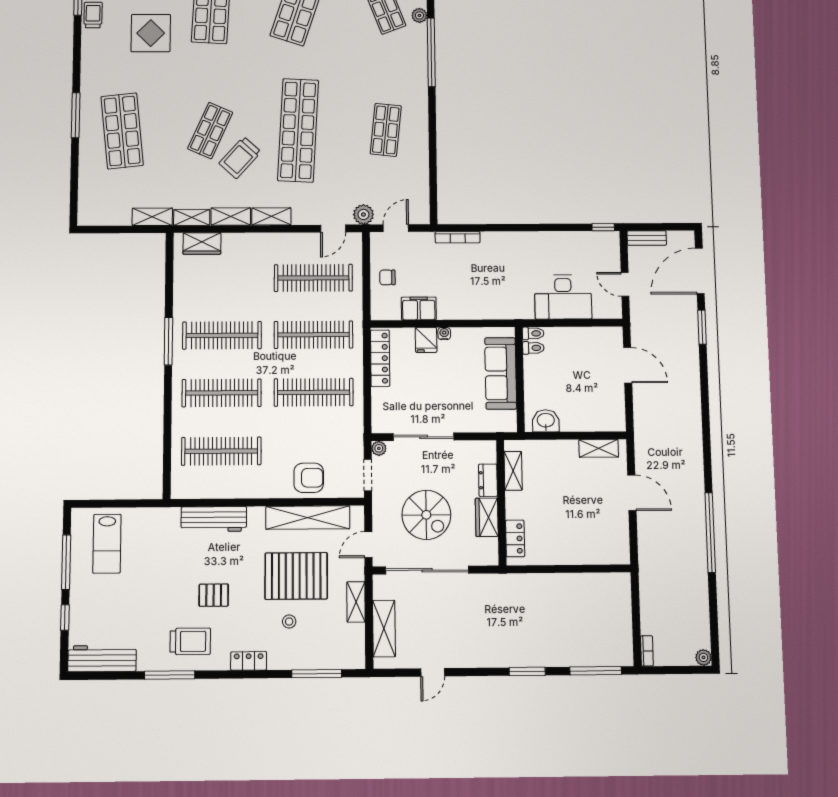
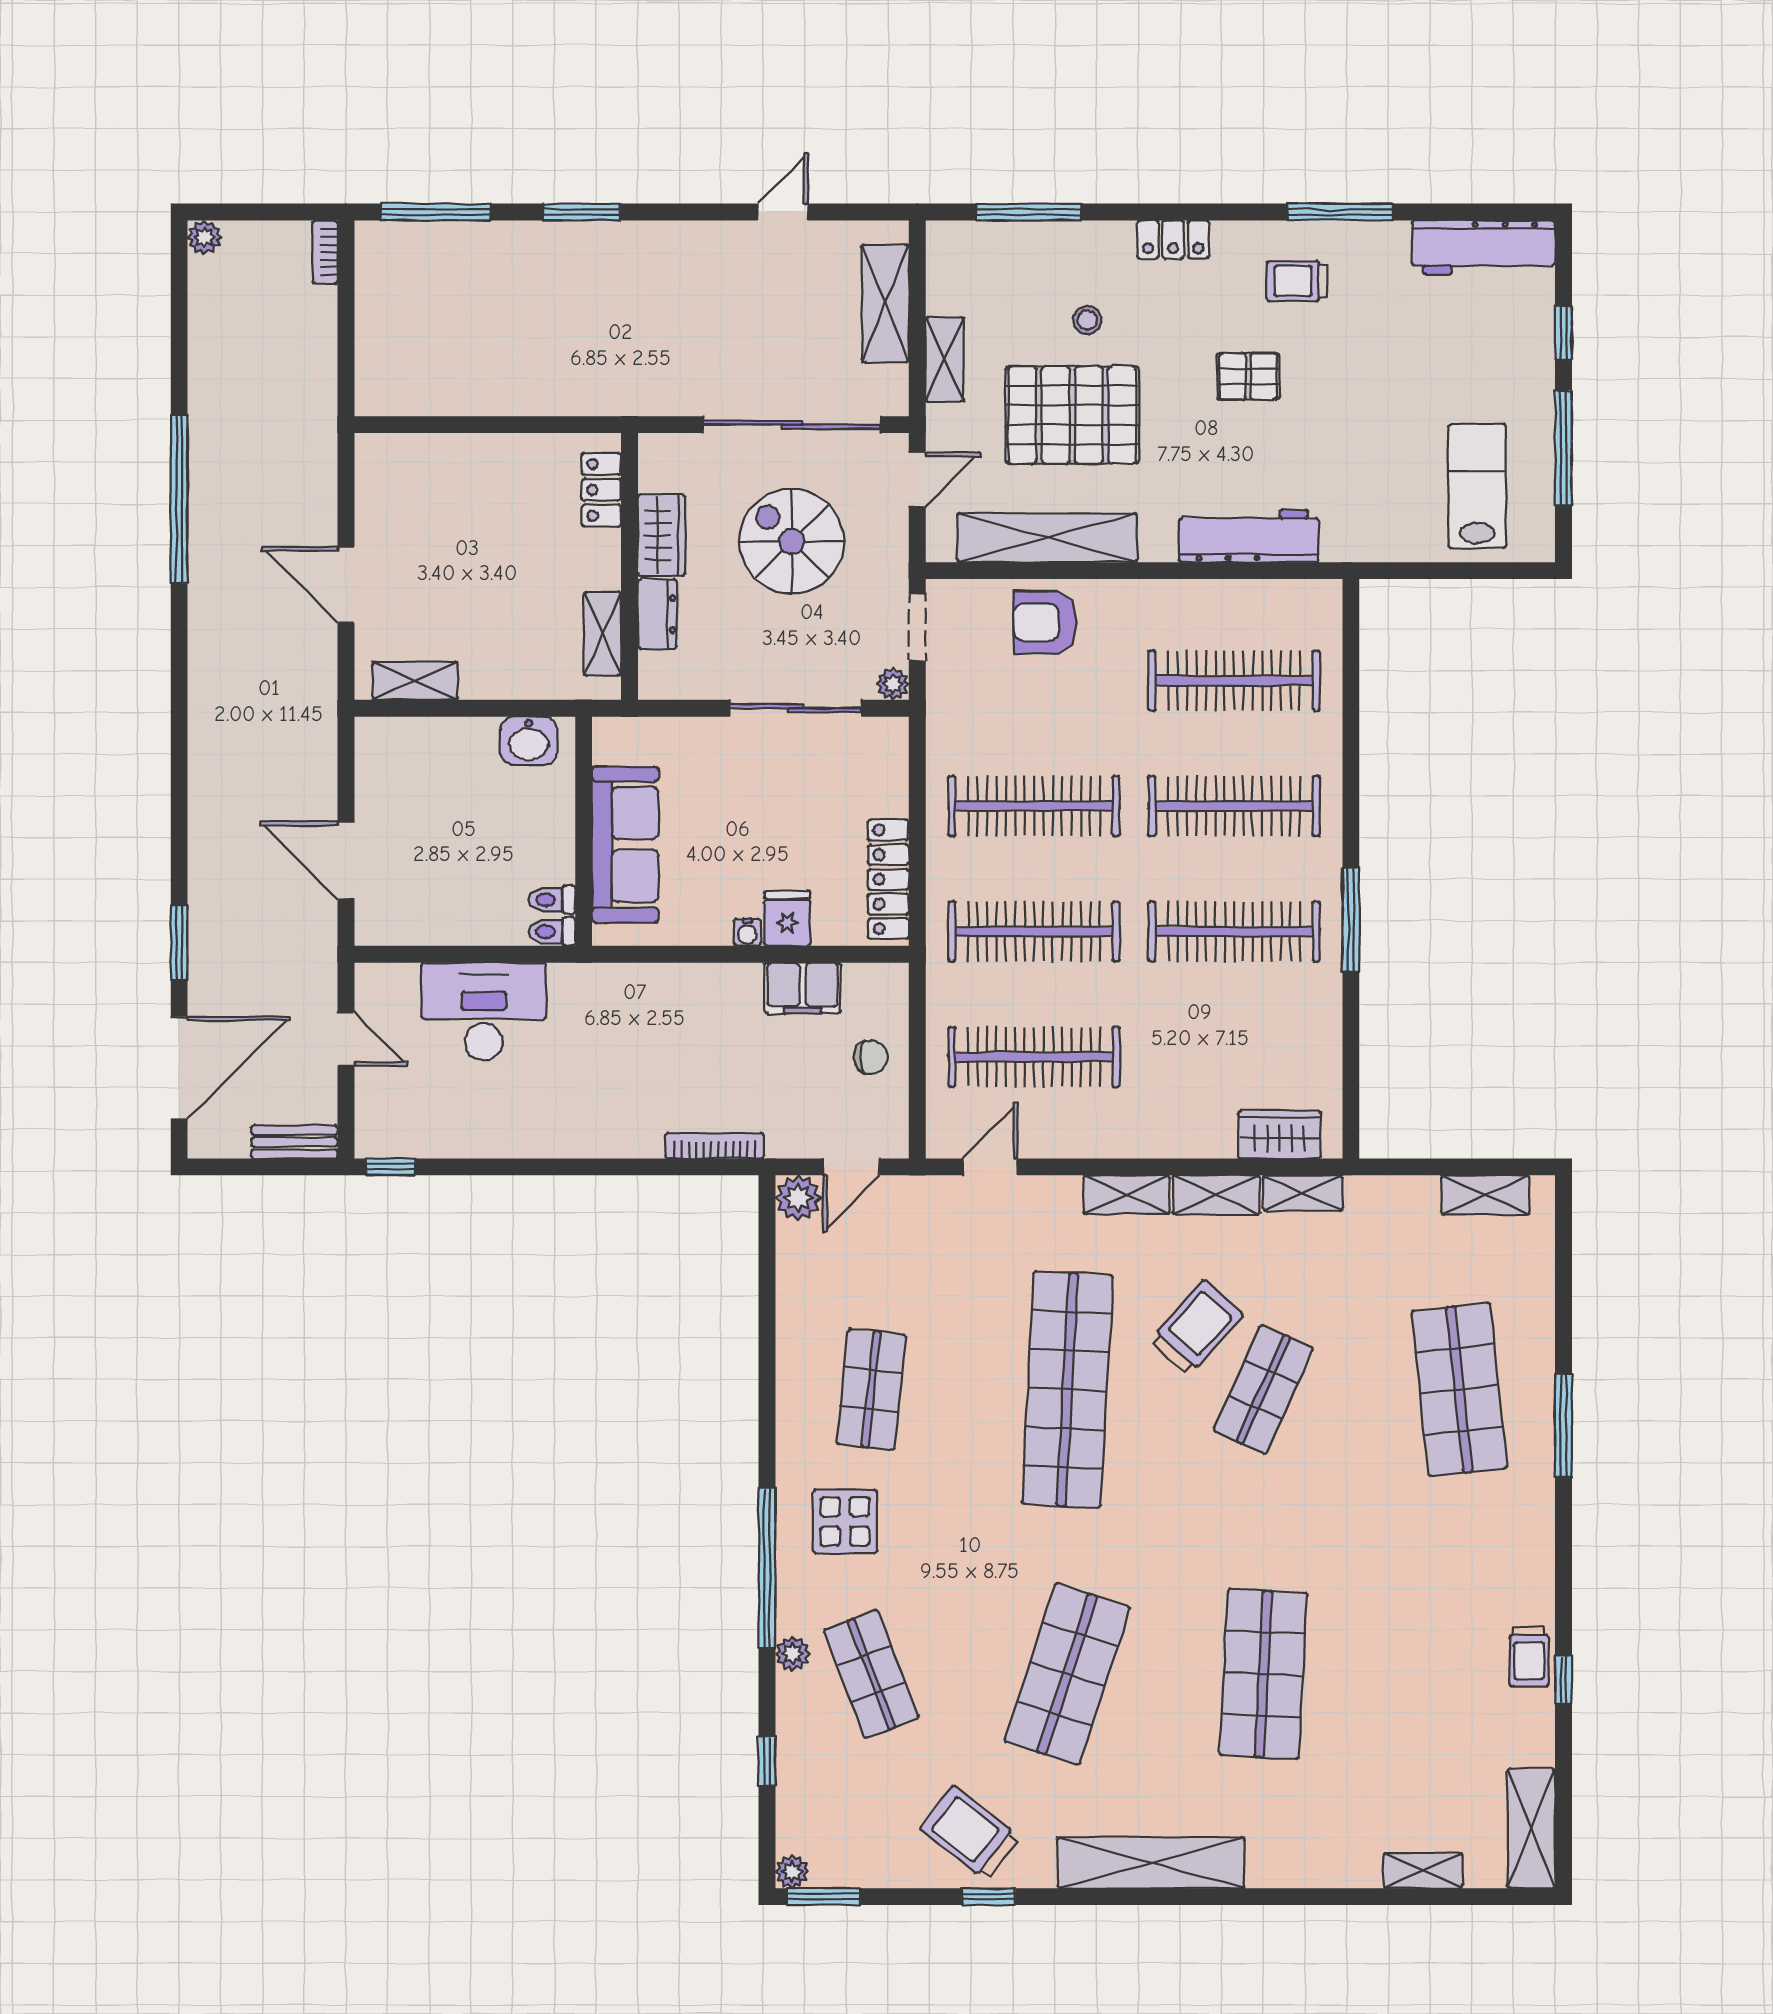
display table: (151, 33) -> (845, 1522), moved, width x0.73, depth x0.73
plant: (363, 214) -> (798, 1198), moved
shelving: (152, 217) -> (1485, 1195), moved
trolley: (190, 641) -> (1297, 281), width x0.73, depth x0.72

